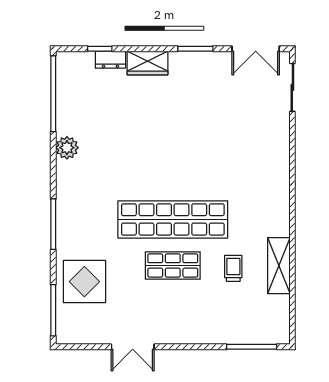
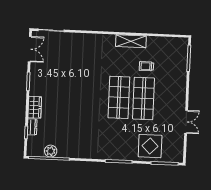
plant: (67, 148) -> (51, 151), moved
shop shelf: (173, 219) -> (119, 97), width x0.71
shop shelf: (173, 265) -> (144, 98), width x1.43, depth x1.36
shelving: (279, 266) -> (131, 41), moved

